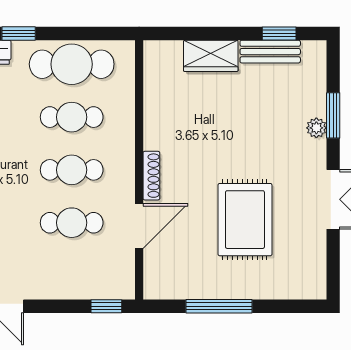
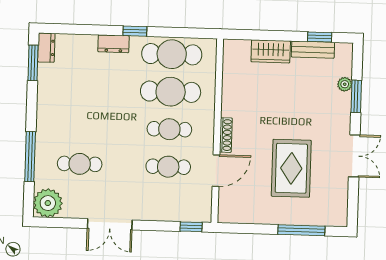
cafe table: (72, 117) -> (171, 92), width x1.37, depth x1.35
plant: (316, 128) -> (345, 84), moved
window: (219, 306) -> (301, 230), moved

